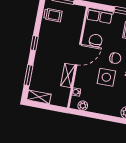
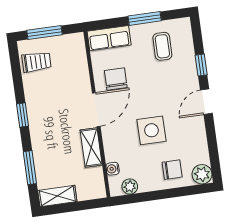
chair: (115, 58) -> (172, 170), moved

